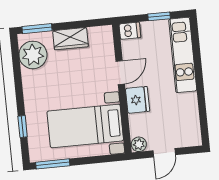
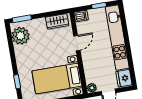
wardrobe: (71, 39) -> (57, 21), moved
kitchen unit: (183, 55) -> (117, 38), width x1.36
fridge: (138, 100) -> (124, 78), moved, turned 180

